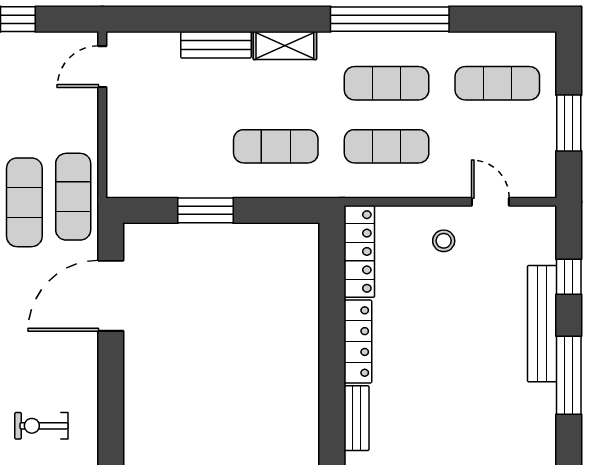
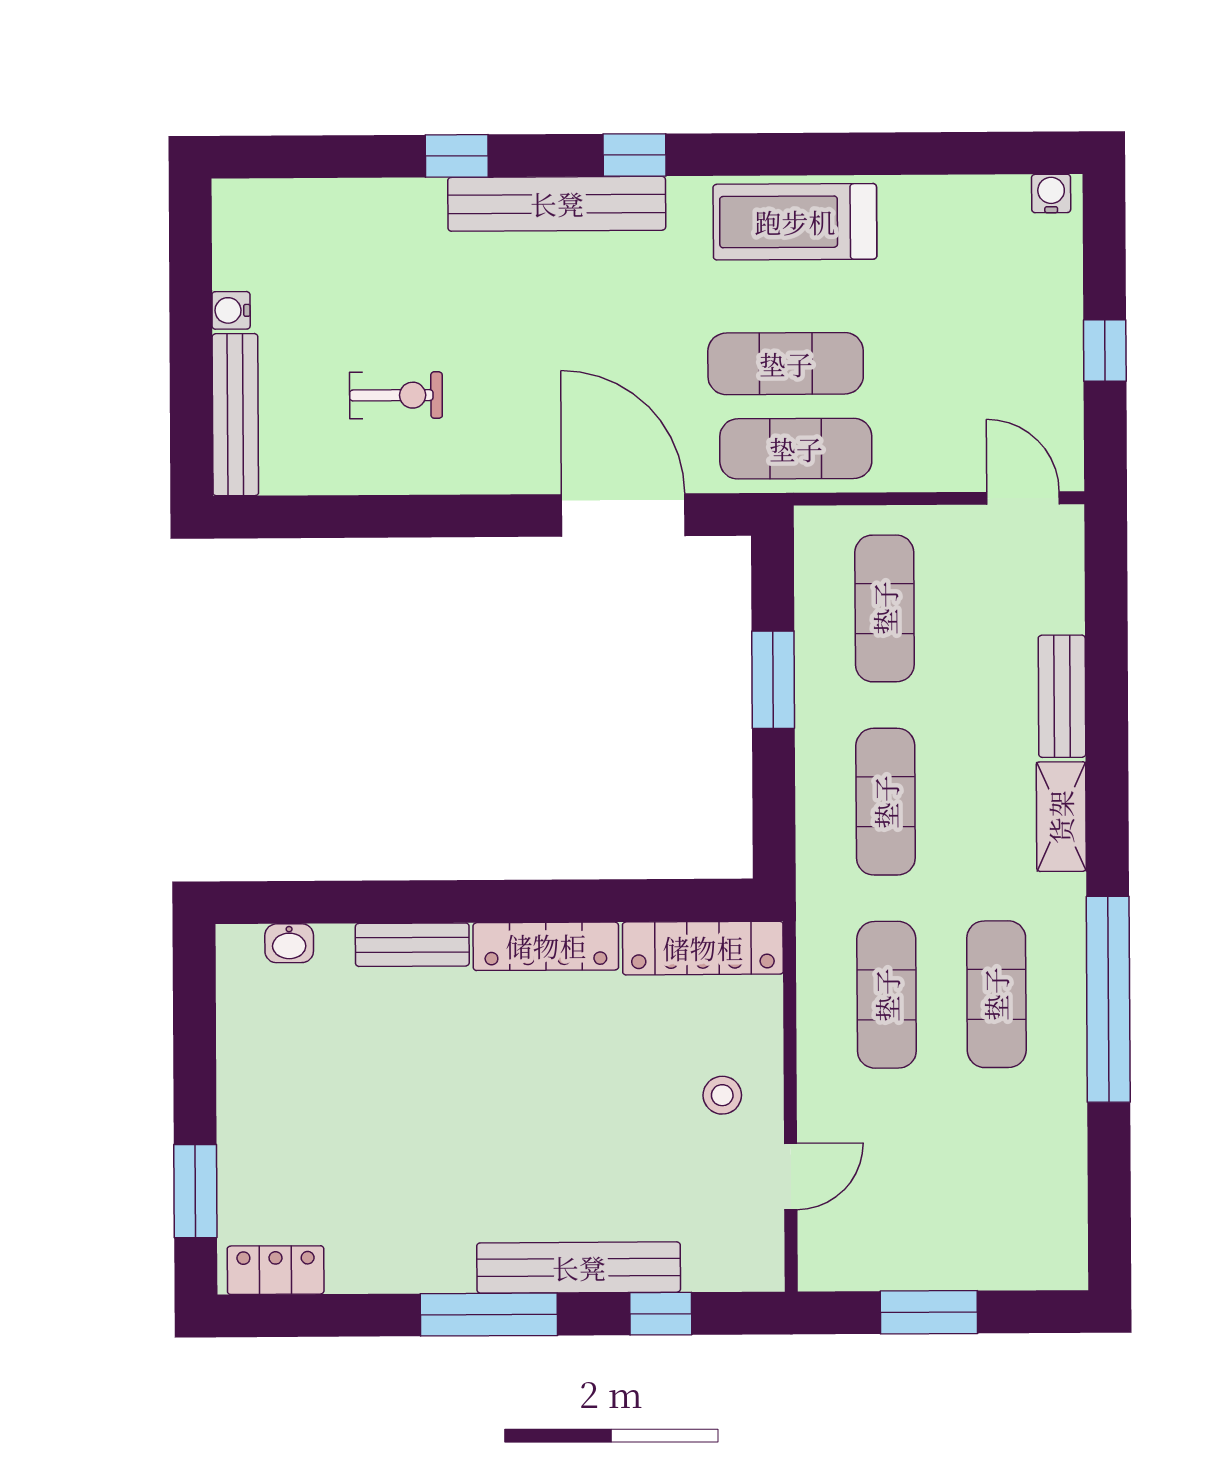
exercise mat: (497, 83) -> (885, 608), moved
exercise bike: (41, 426) -> (396, 395), turned 90

